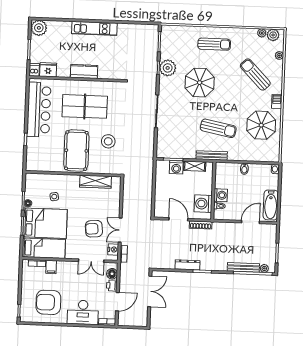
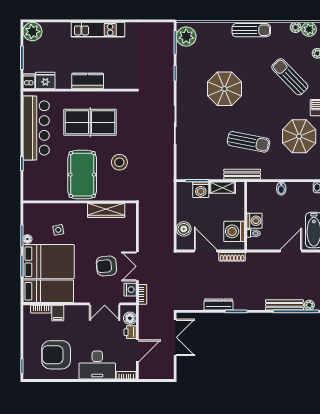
sun lounger: (214, 44) -> (251, 30), moved
plant: (168, 68) -> (186, 37), moved
boiler: (161, 200) -> (184, 229), added

